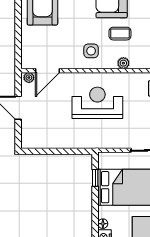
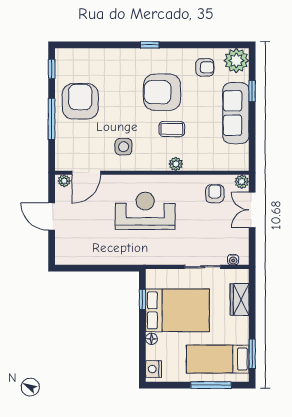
window: (18, 25) -> (52, 119), added
side table: (91, 51) -> (124, 147), moved
floor lamp: (103, 224) -> (151, 339), moved

